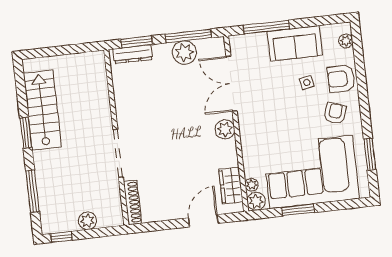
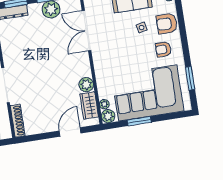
armchair: (335, 113) -> (163, 49), turned -109
plant: (225, 129) -> (86, 85), moved

